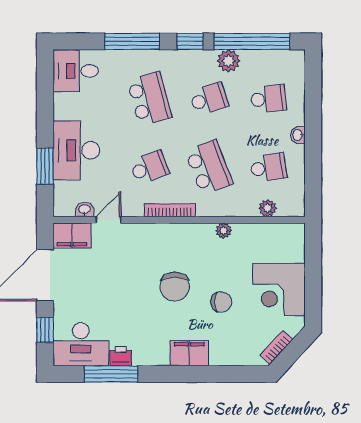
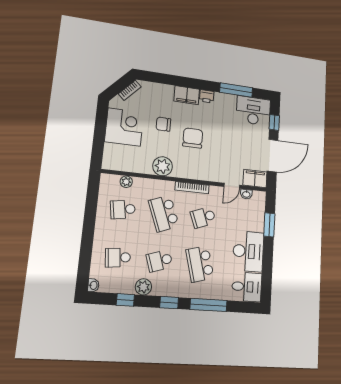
window: (252, 41) -> (125, 300), width x0.32
washbasin: (298, 135) -> (93, 285), moved
desk: (76, 150) -> (248, 251), moved
plant: (224, 231) -> (163, 166), width x1.87, depth x1.87
printer: (121, 356) -> (207, 96), moved

